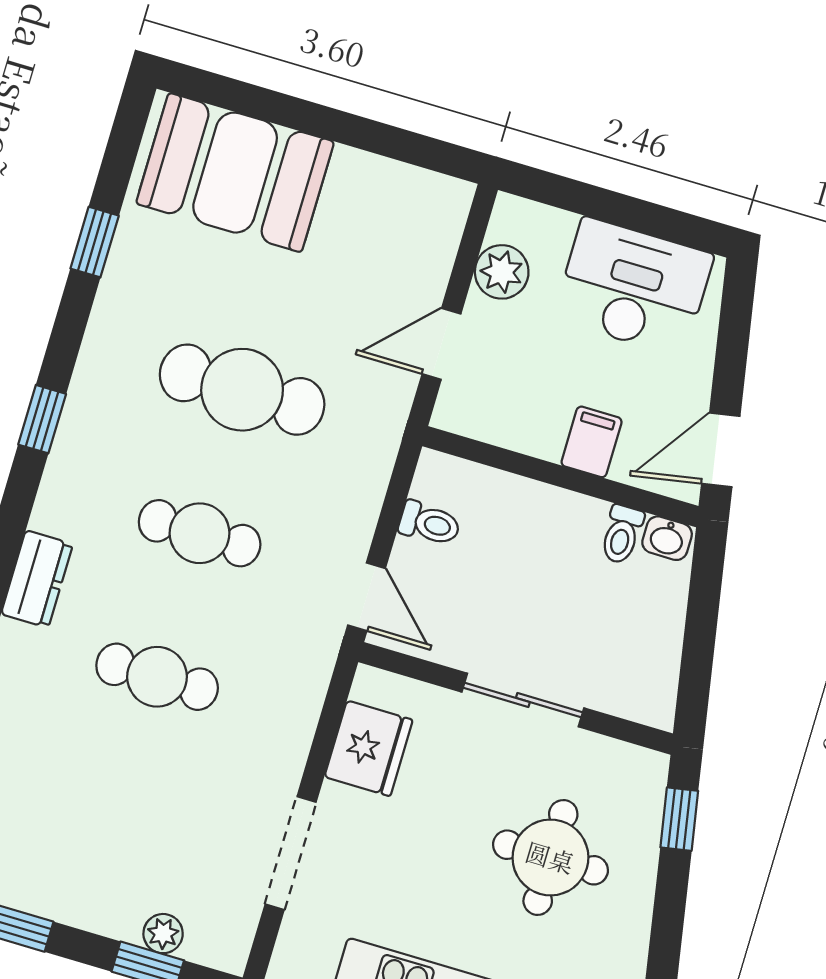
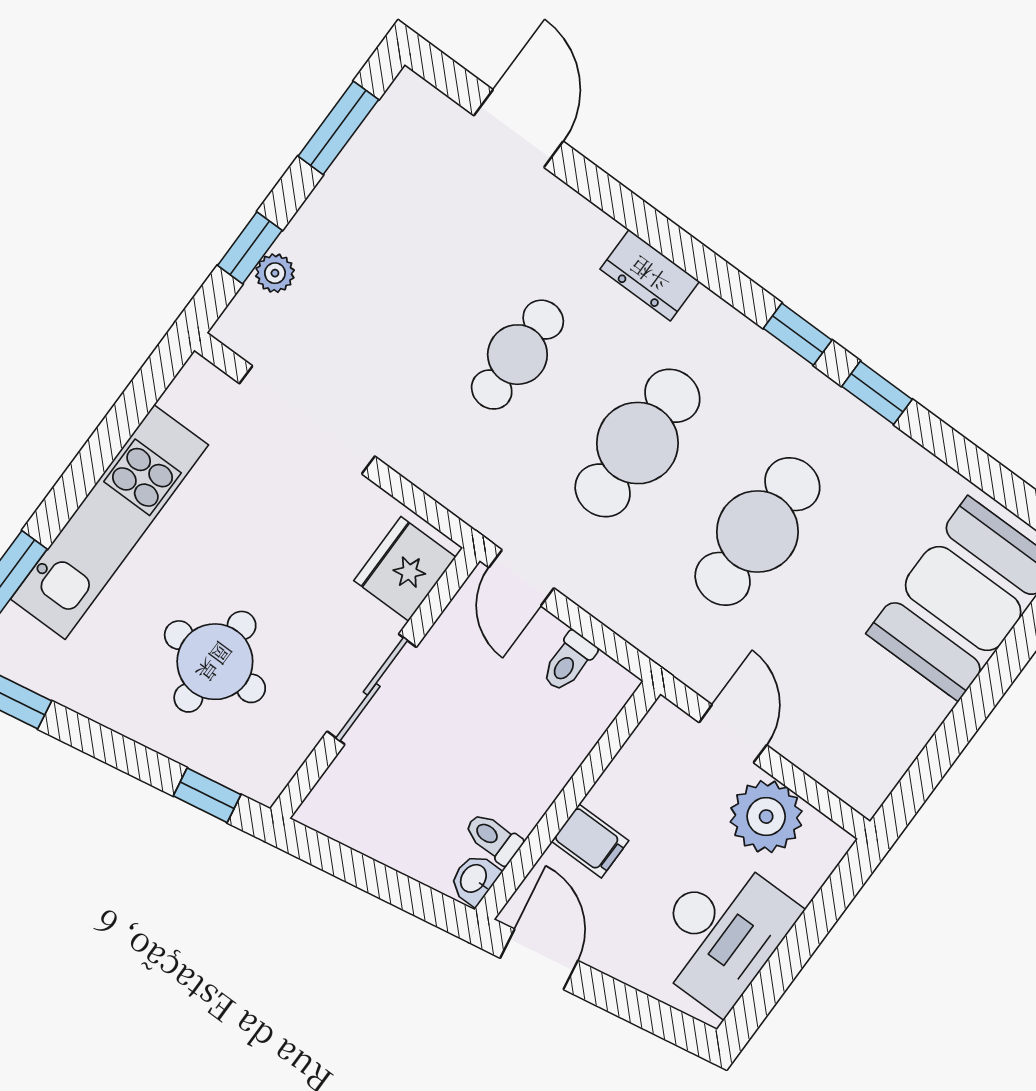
window: (95, 242) -> (877, 393), moved
plant: (502, 272) -> (766, 817), width x1.36, depth x1.36
cafe table: (200, 533) -> (637, 443), width x1.37, depth x1.35
door: (367, 597) -> (521, 578), hinge flipped
fridge: (369, 748) -> (405, 569), moved, turned 90
doorway: (291, 853) -> (307, 420), width x1.36

